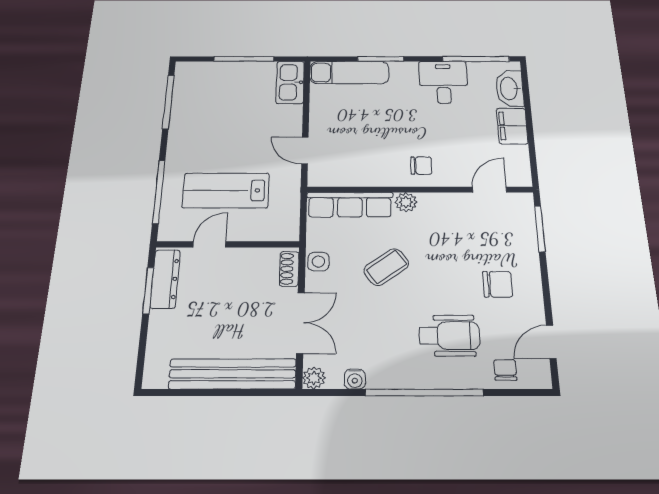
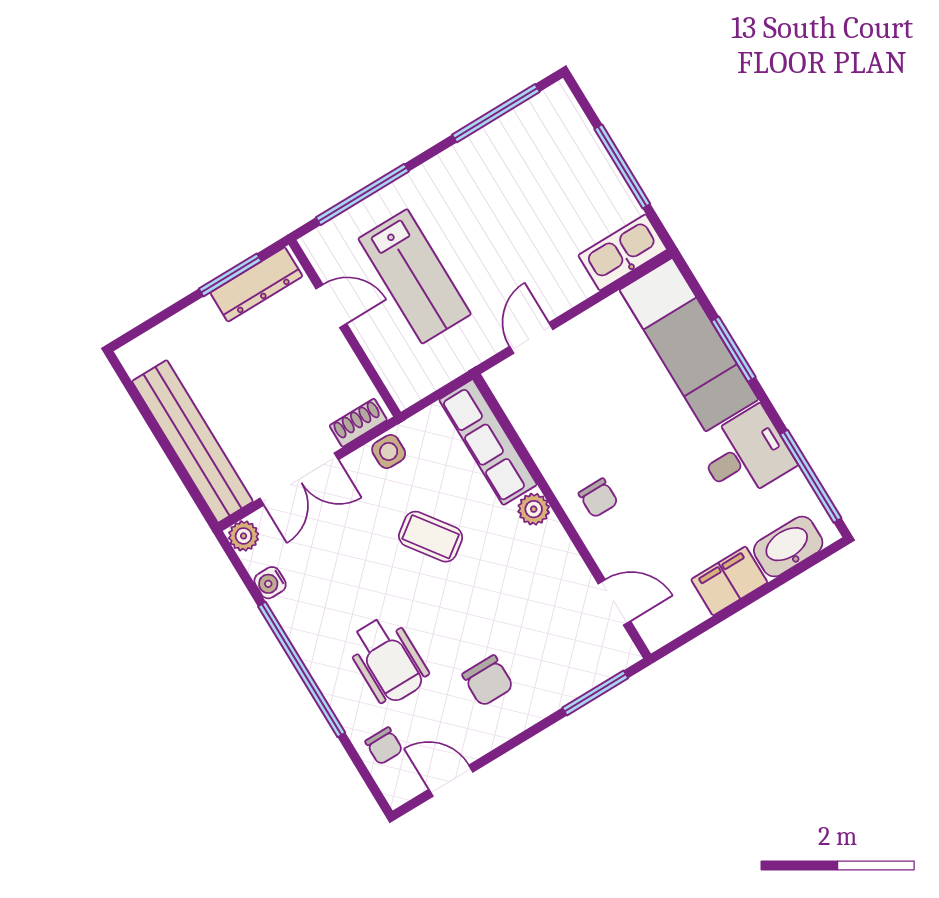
exam couch: (349, 73) -> (689, 345), width x1.36, depth x1.45
lab bench: (226, 190) -> (415, 276), turned 180
chair: (505, 370) -> (384, 746), turned 90

